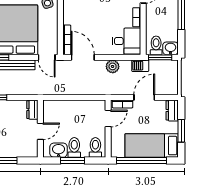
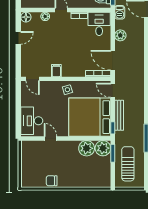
door: (47, 57) -> (113, 90), swing flipped
door: (83, 57) -> (113, 60), hinge flipped

